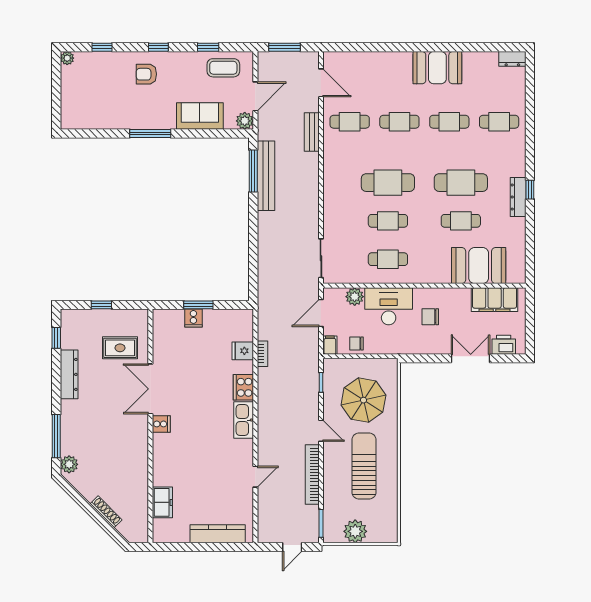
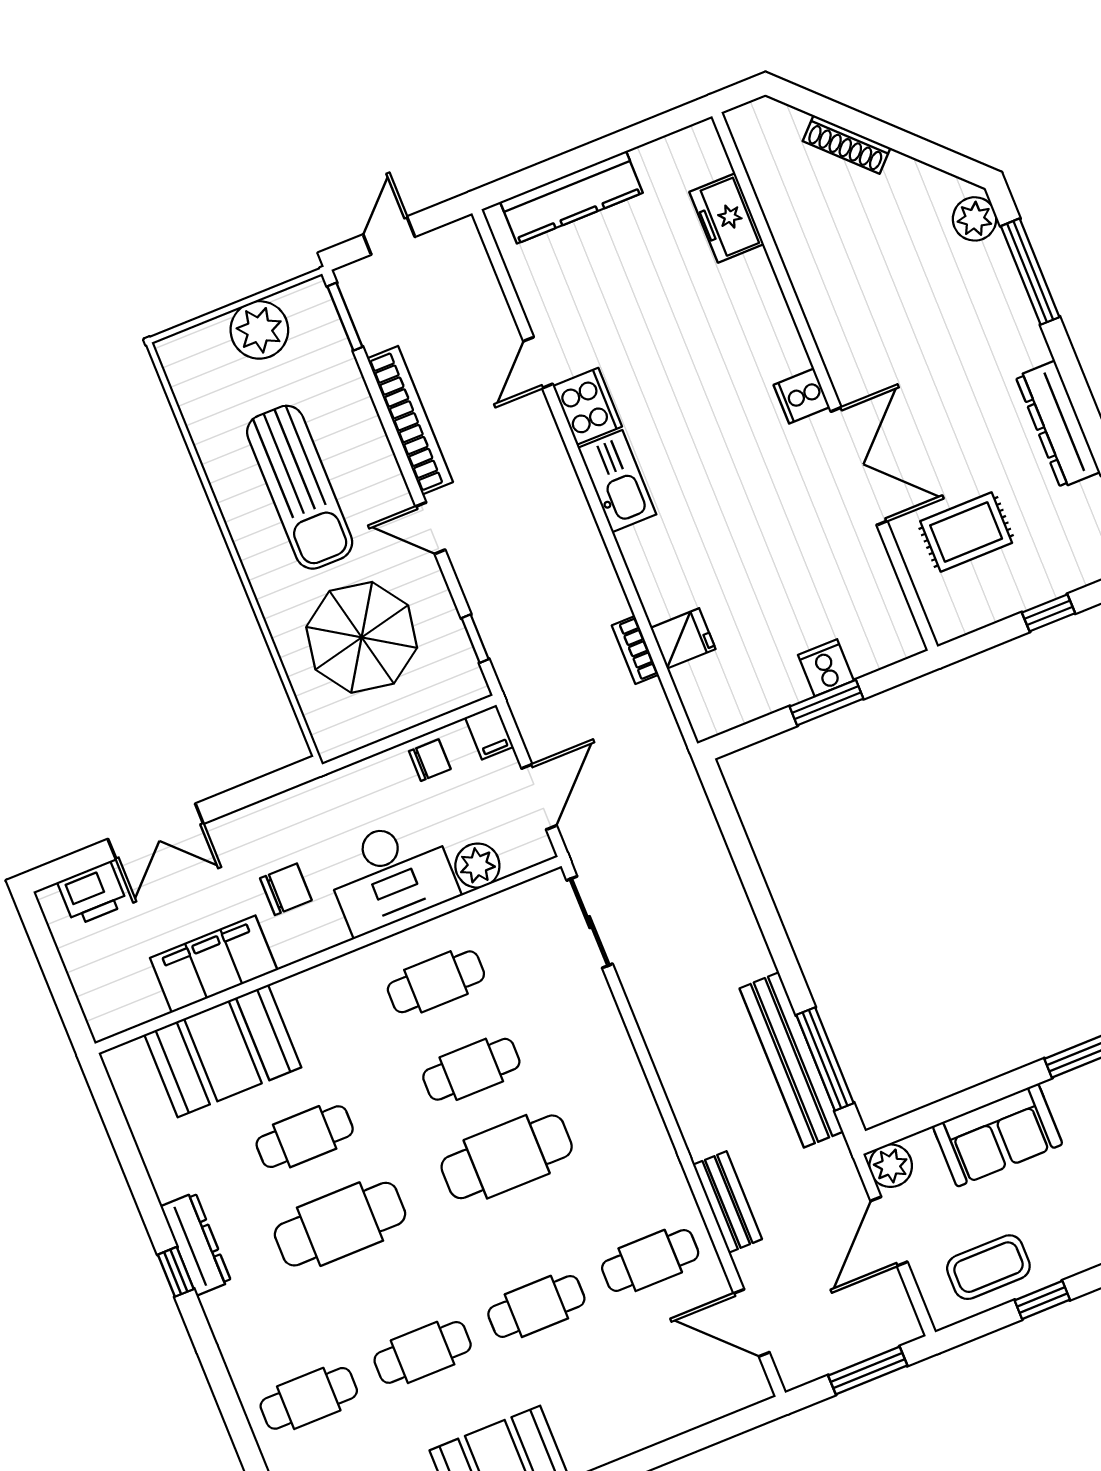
filing cabinet: (495, 300) -> (214, 964), moved
cooker: (243, 387) -> (587, 406), moved

